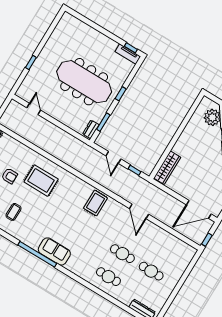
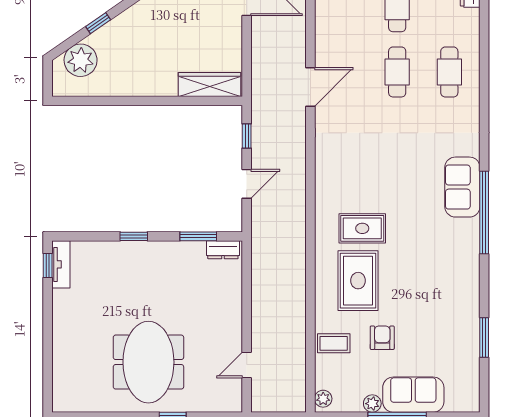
meeting table: (84, 82) -> (148, 362), moved, width x0.73
rug: (96, 203) -> (362, 228), moved
coffee table: (14, 212) -> (334, 343), moved

